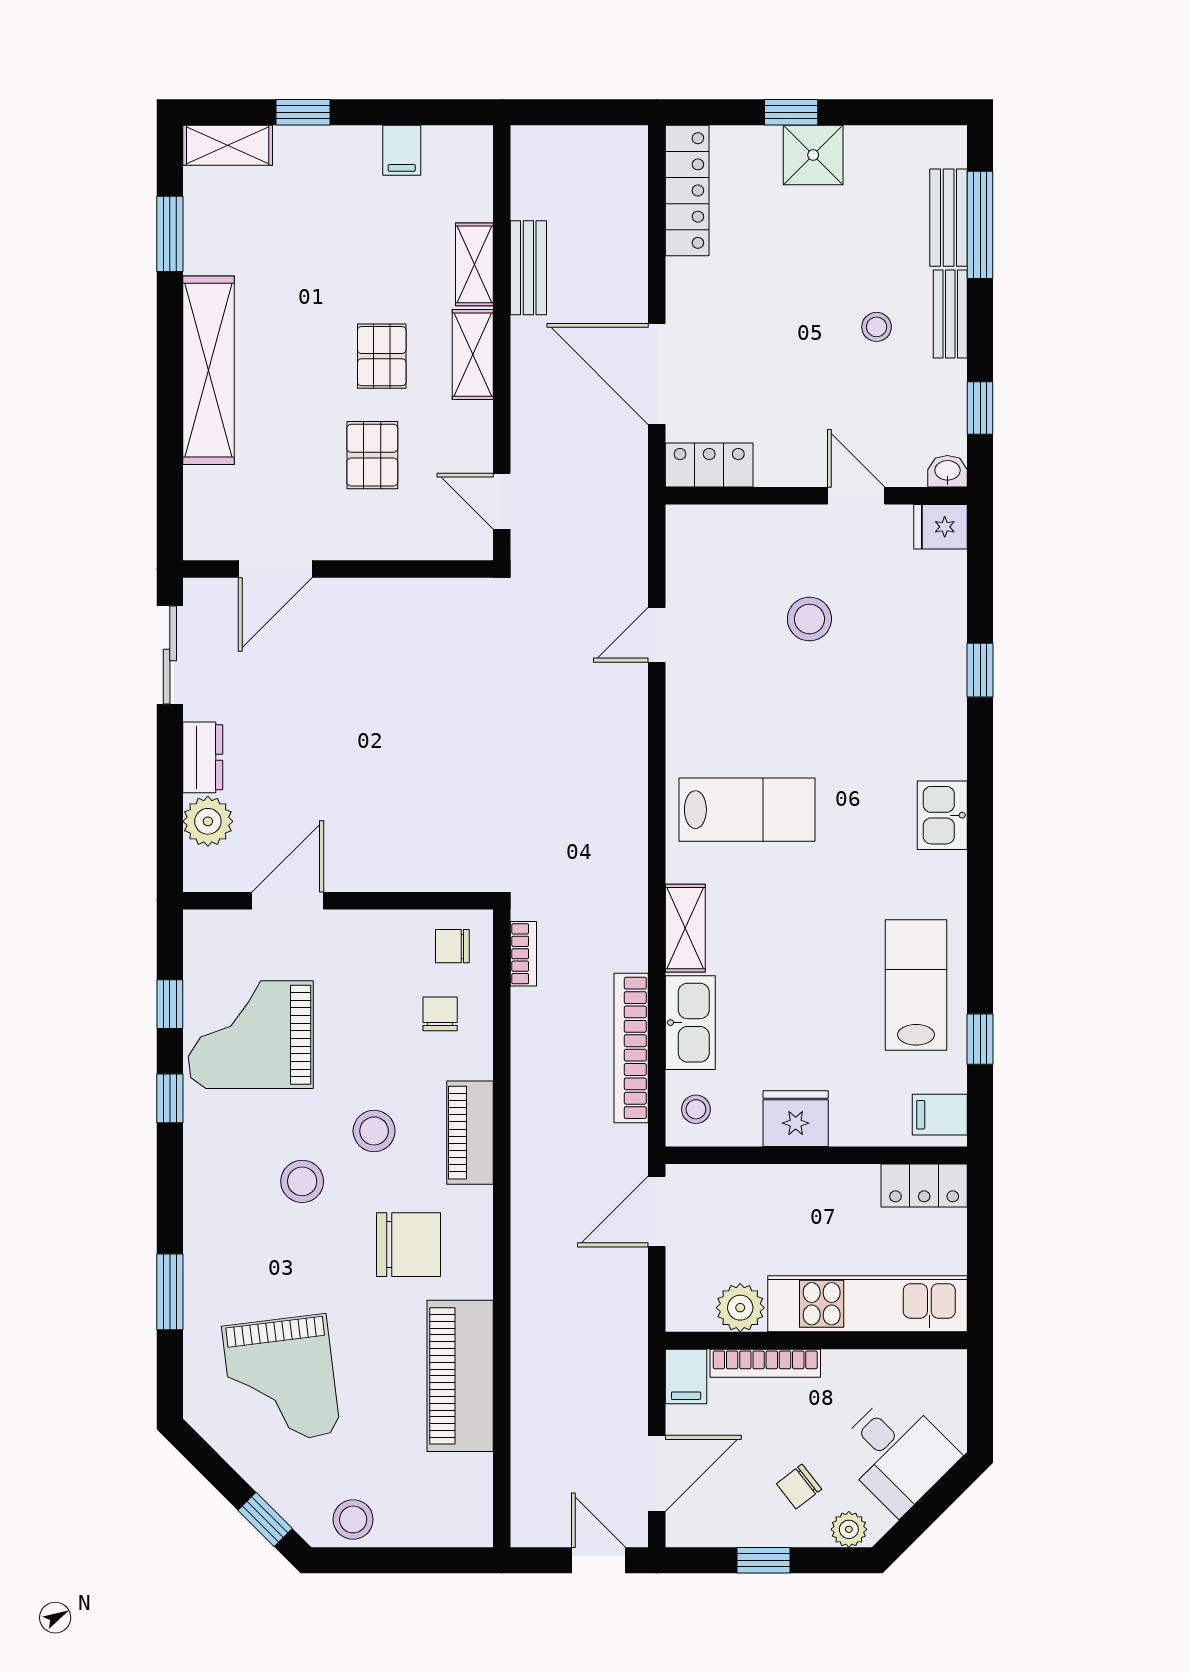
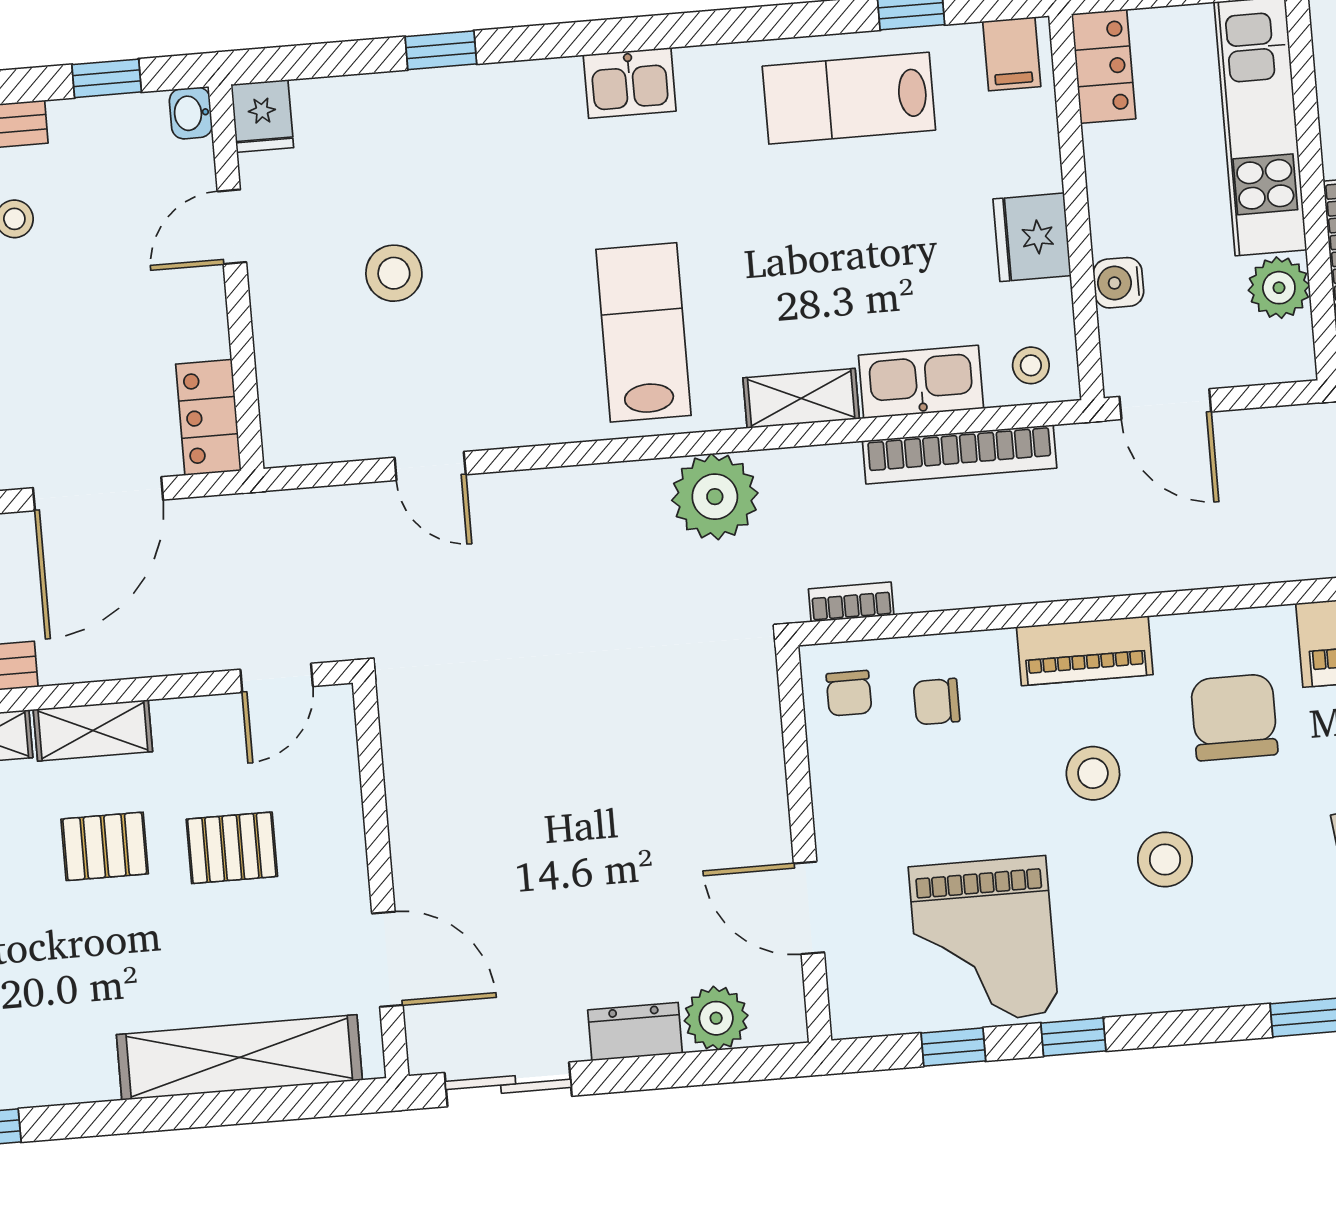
shelving: (209, 370) -> (239, 1057), moved
plant: (614, 854) -> (715, 497), added
water cooler: (755, 1183) -> (1118, 283), added

